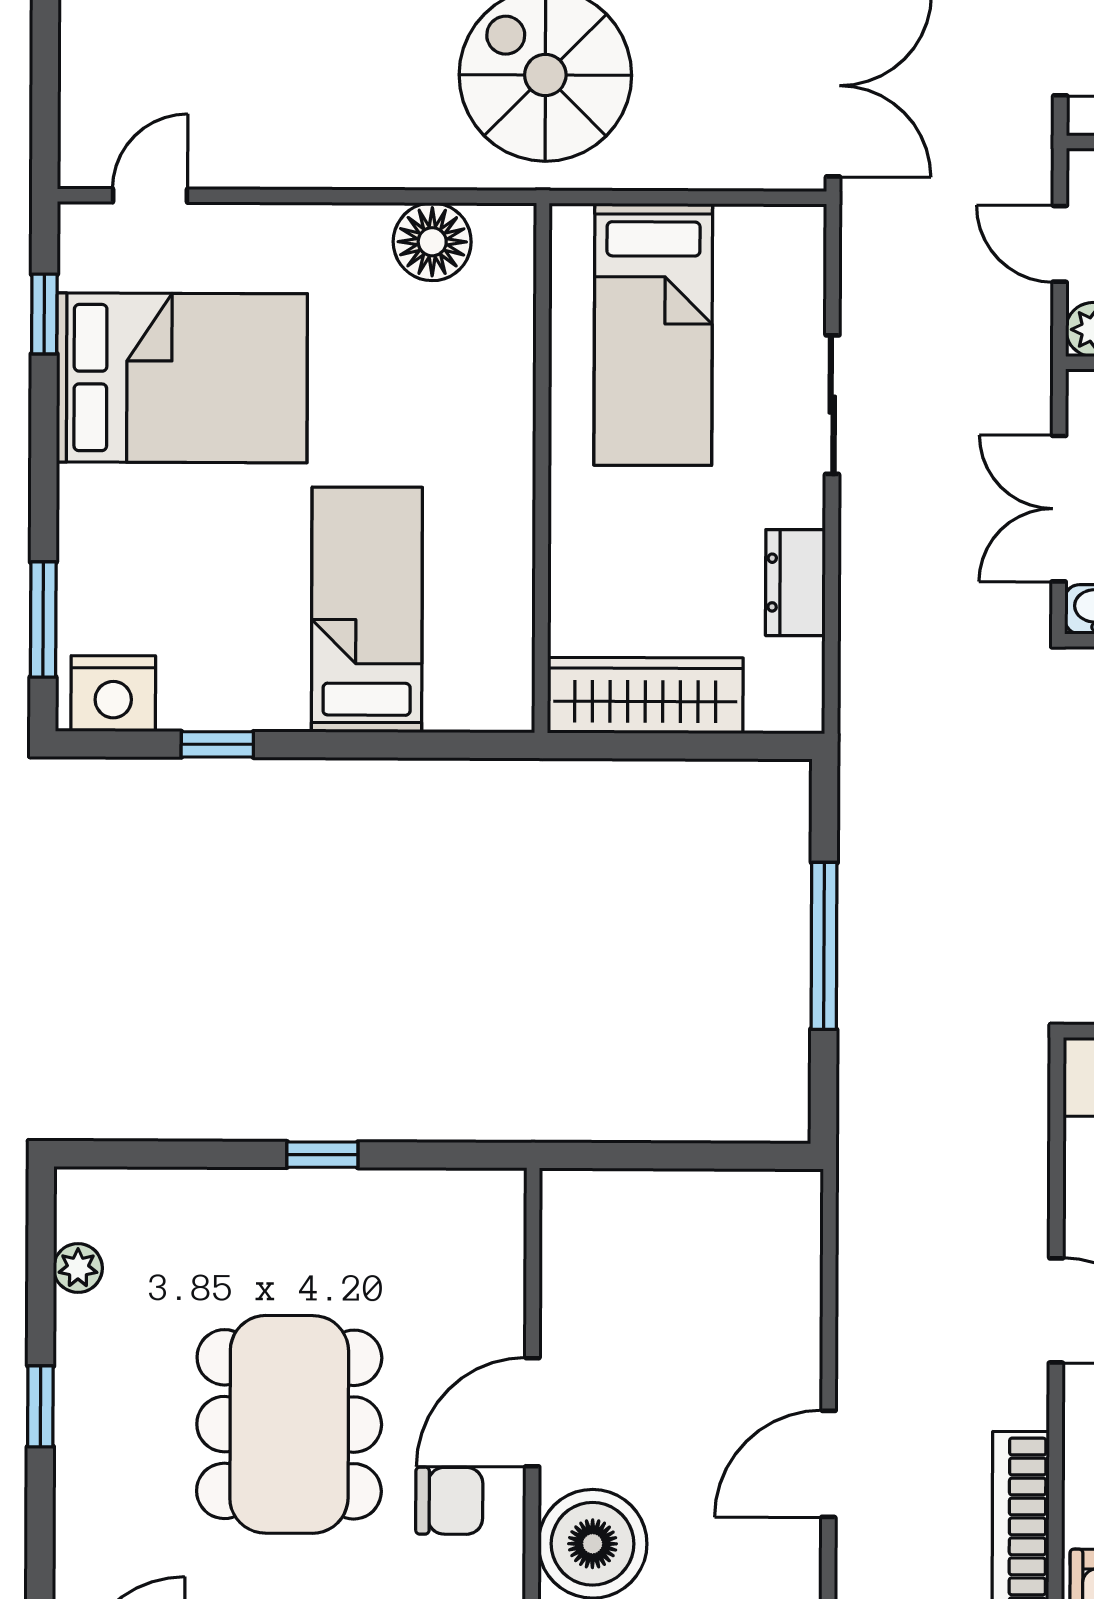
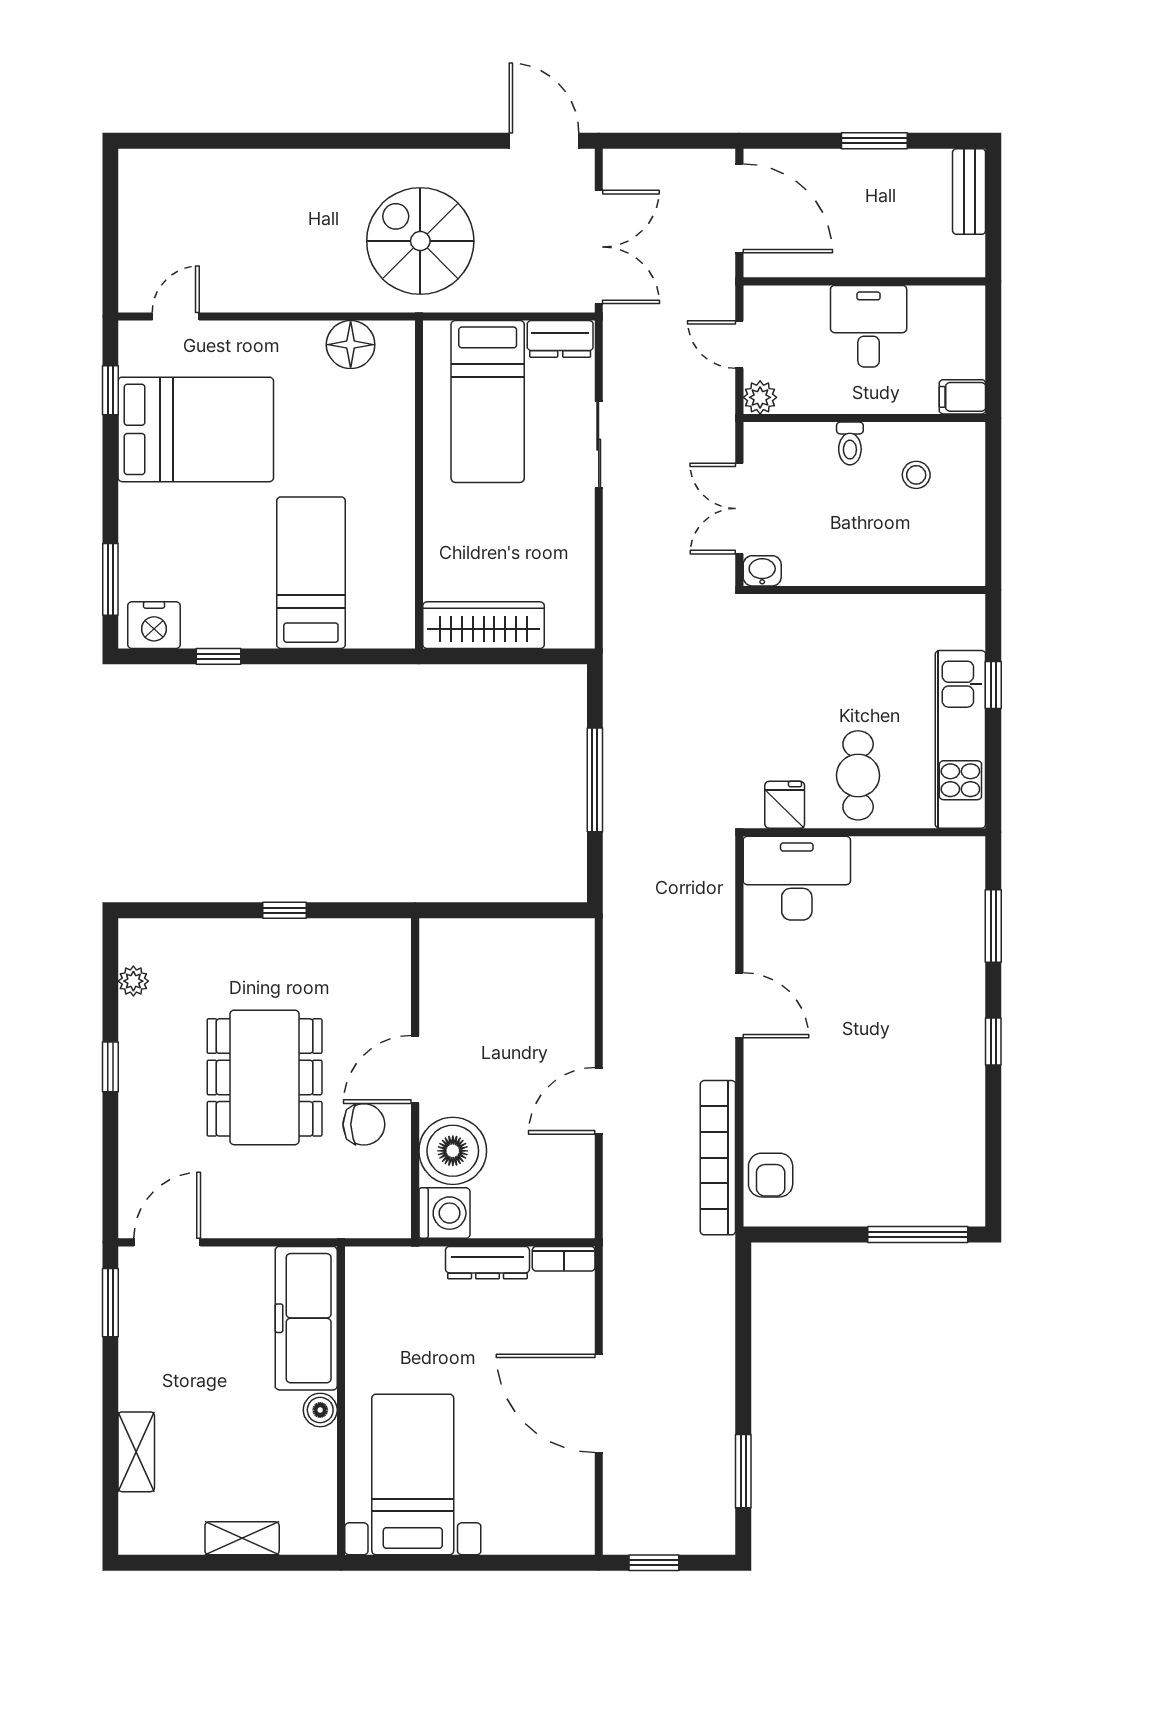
dresser: (795, 583) -> (560, 339), moved, turned -90

